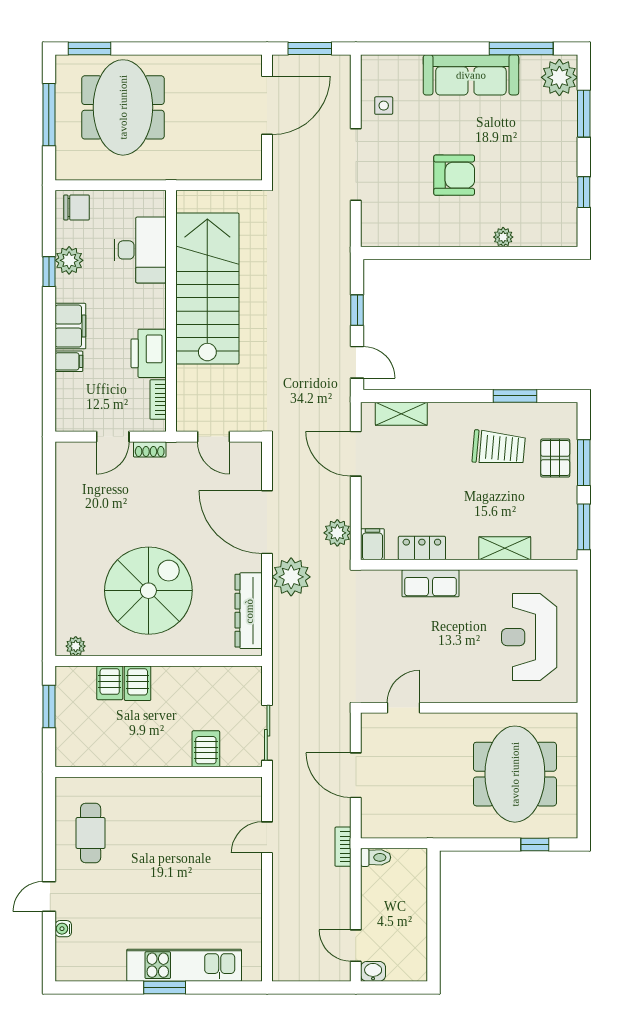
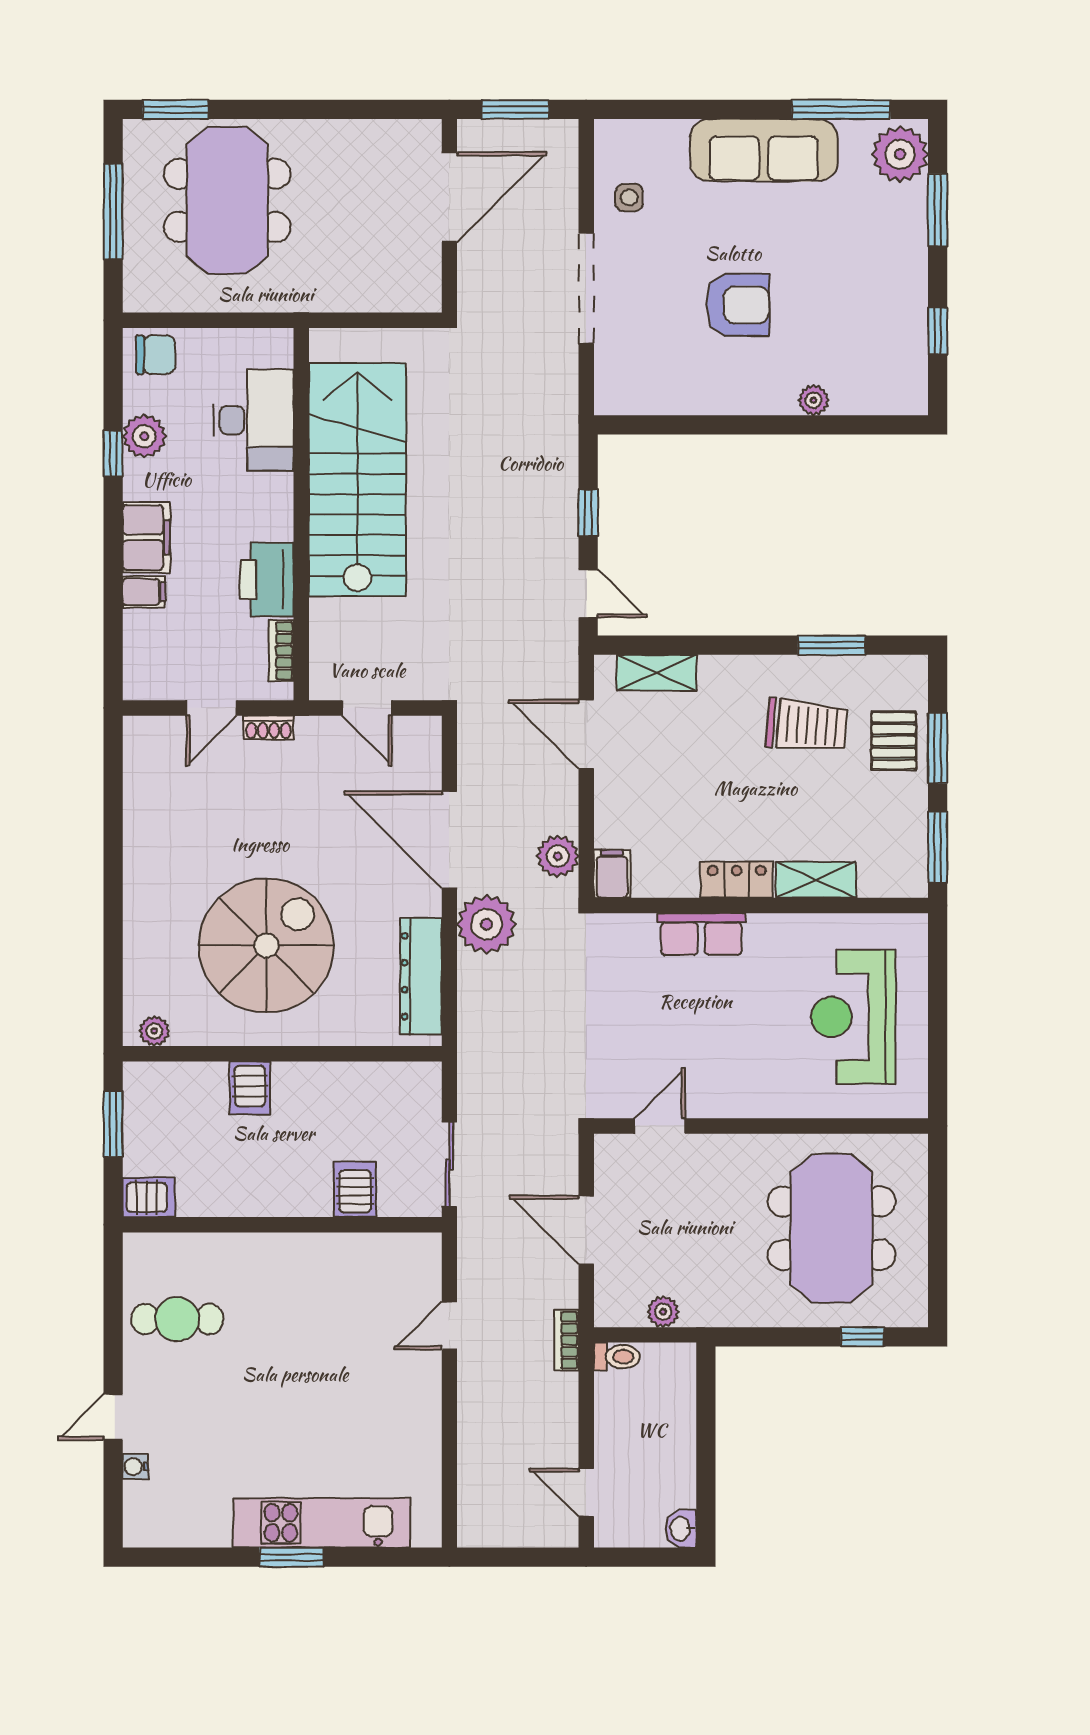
locker: (422, 548) -> (737, 880), moved
server rack: (110, 683) -> (149, 1197), moved, turned -90
plant: (406, 828) -> (663, 1312), added
cafe table: (91, 833) -> (177, 1319), turned 90
washbasin: (373, 971) -> (681, 1529), moved, turned -90

